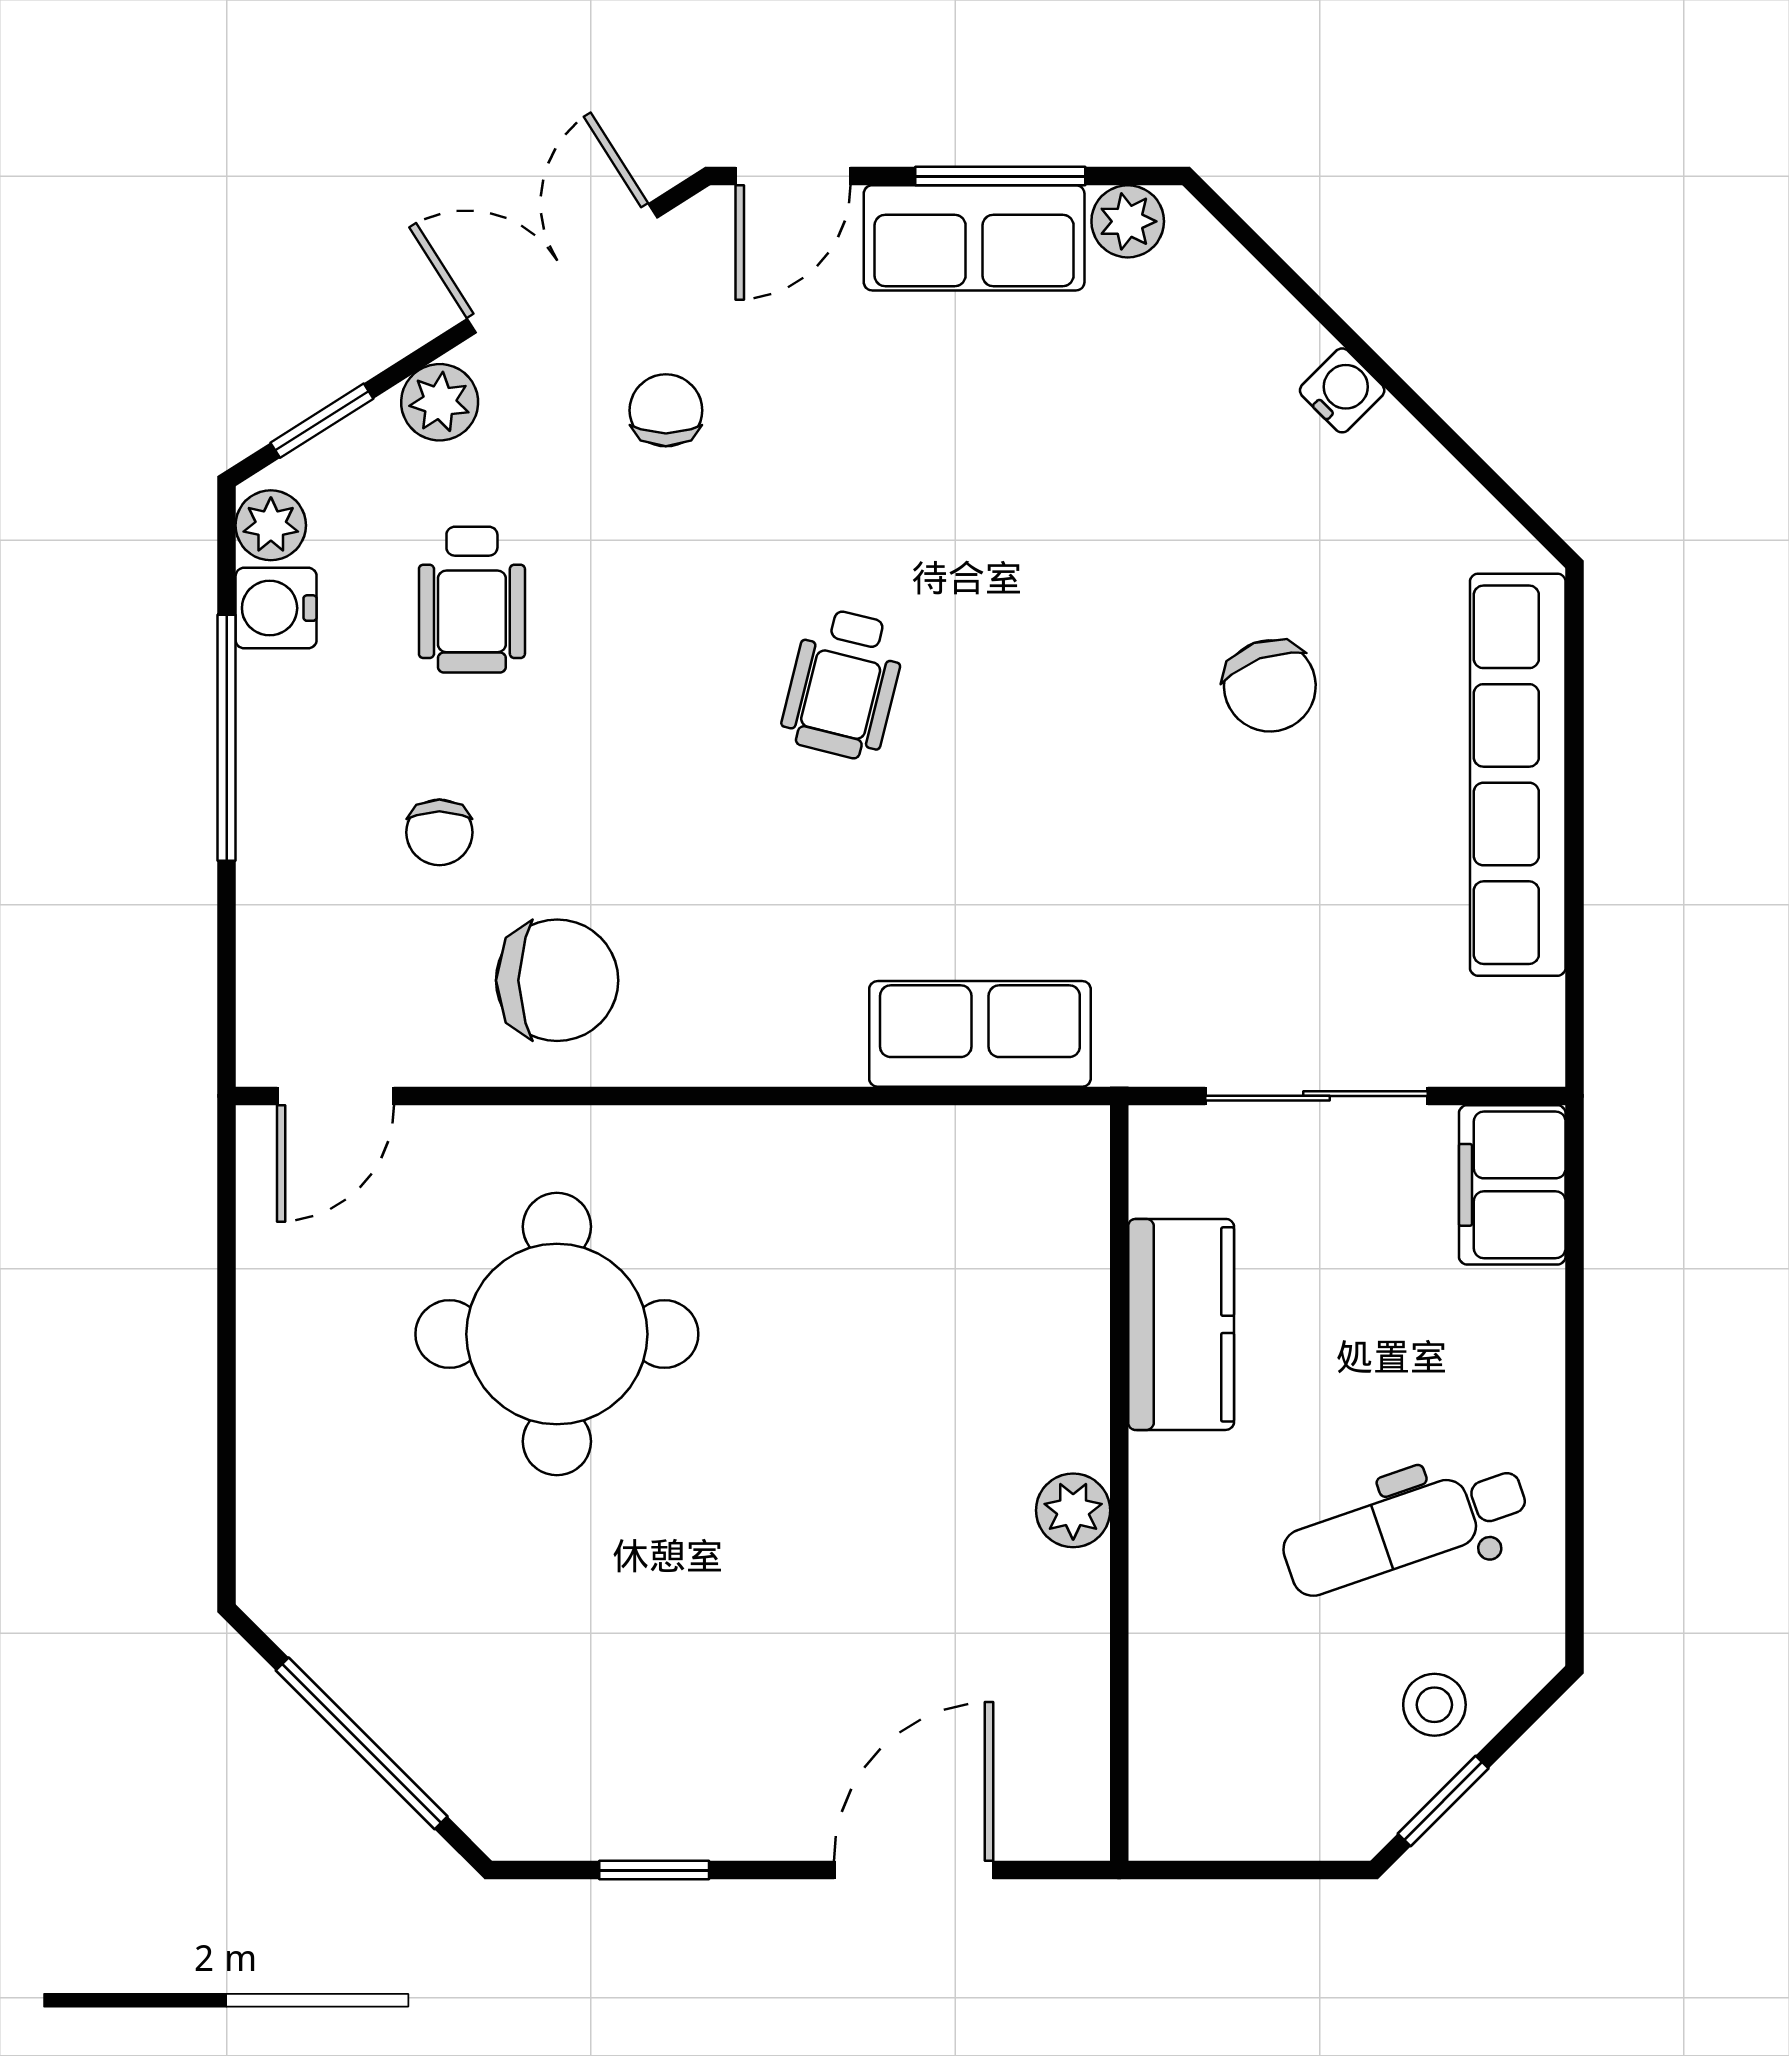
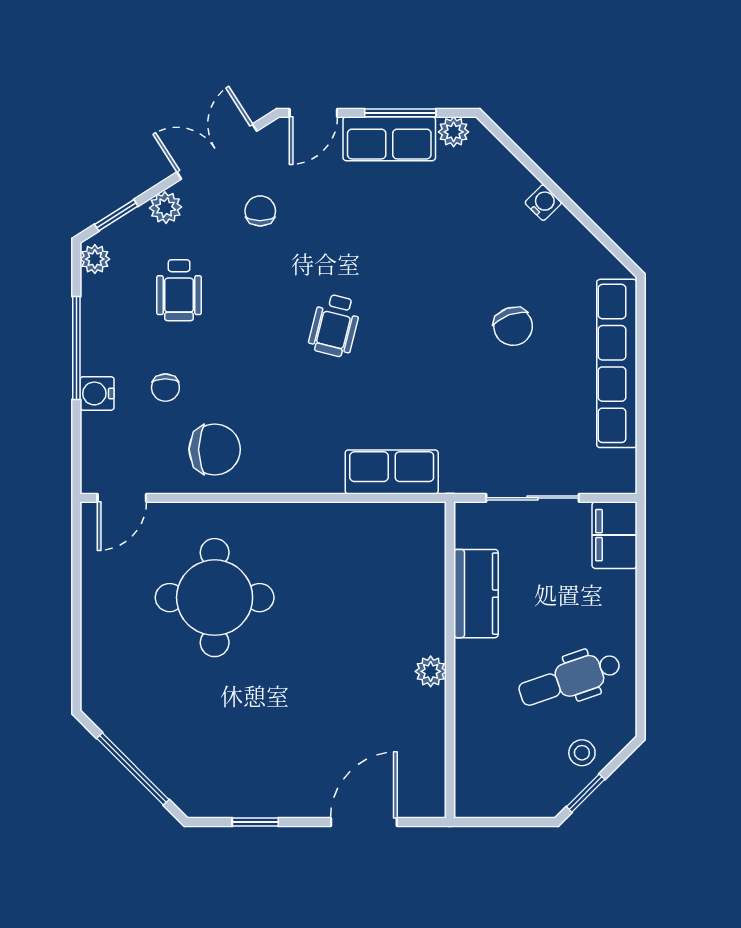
water cooler: (276, 608) -> (97, 393), moved

